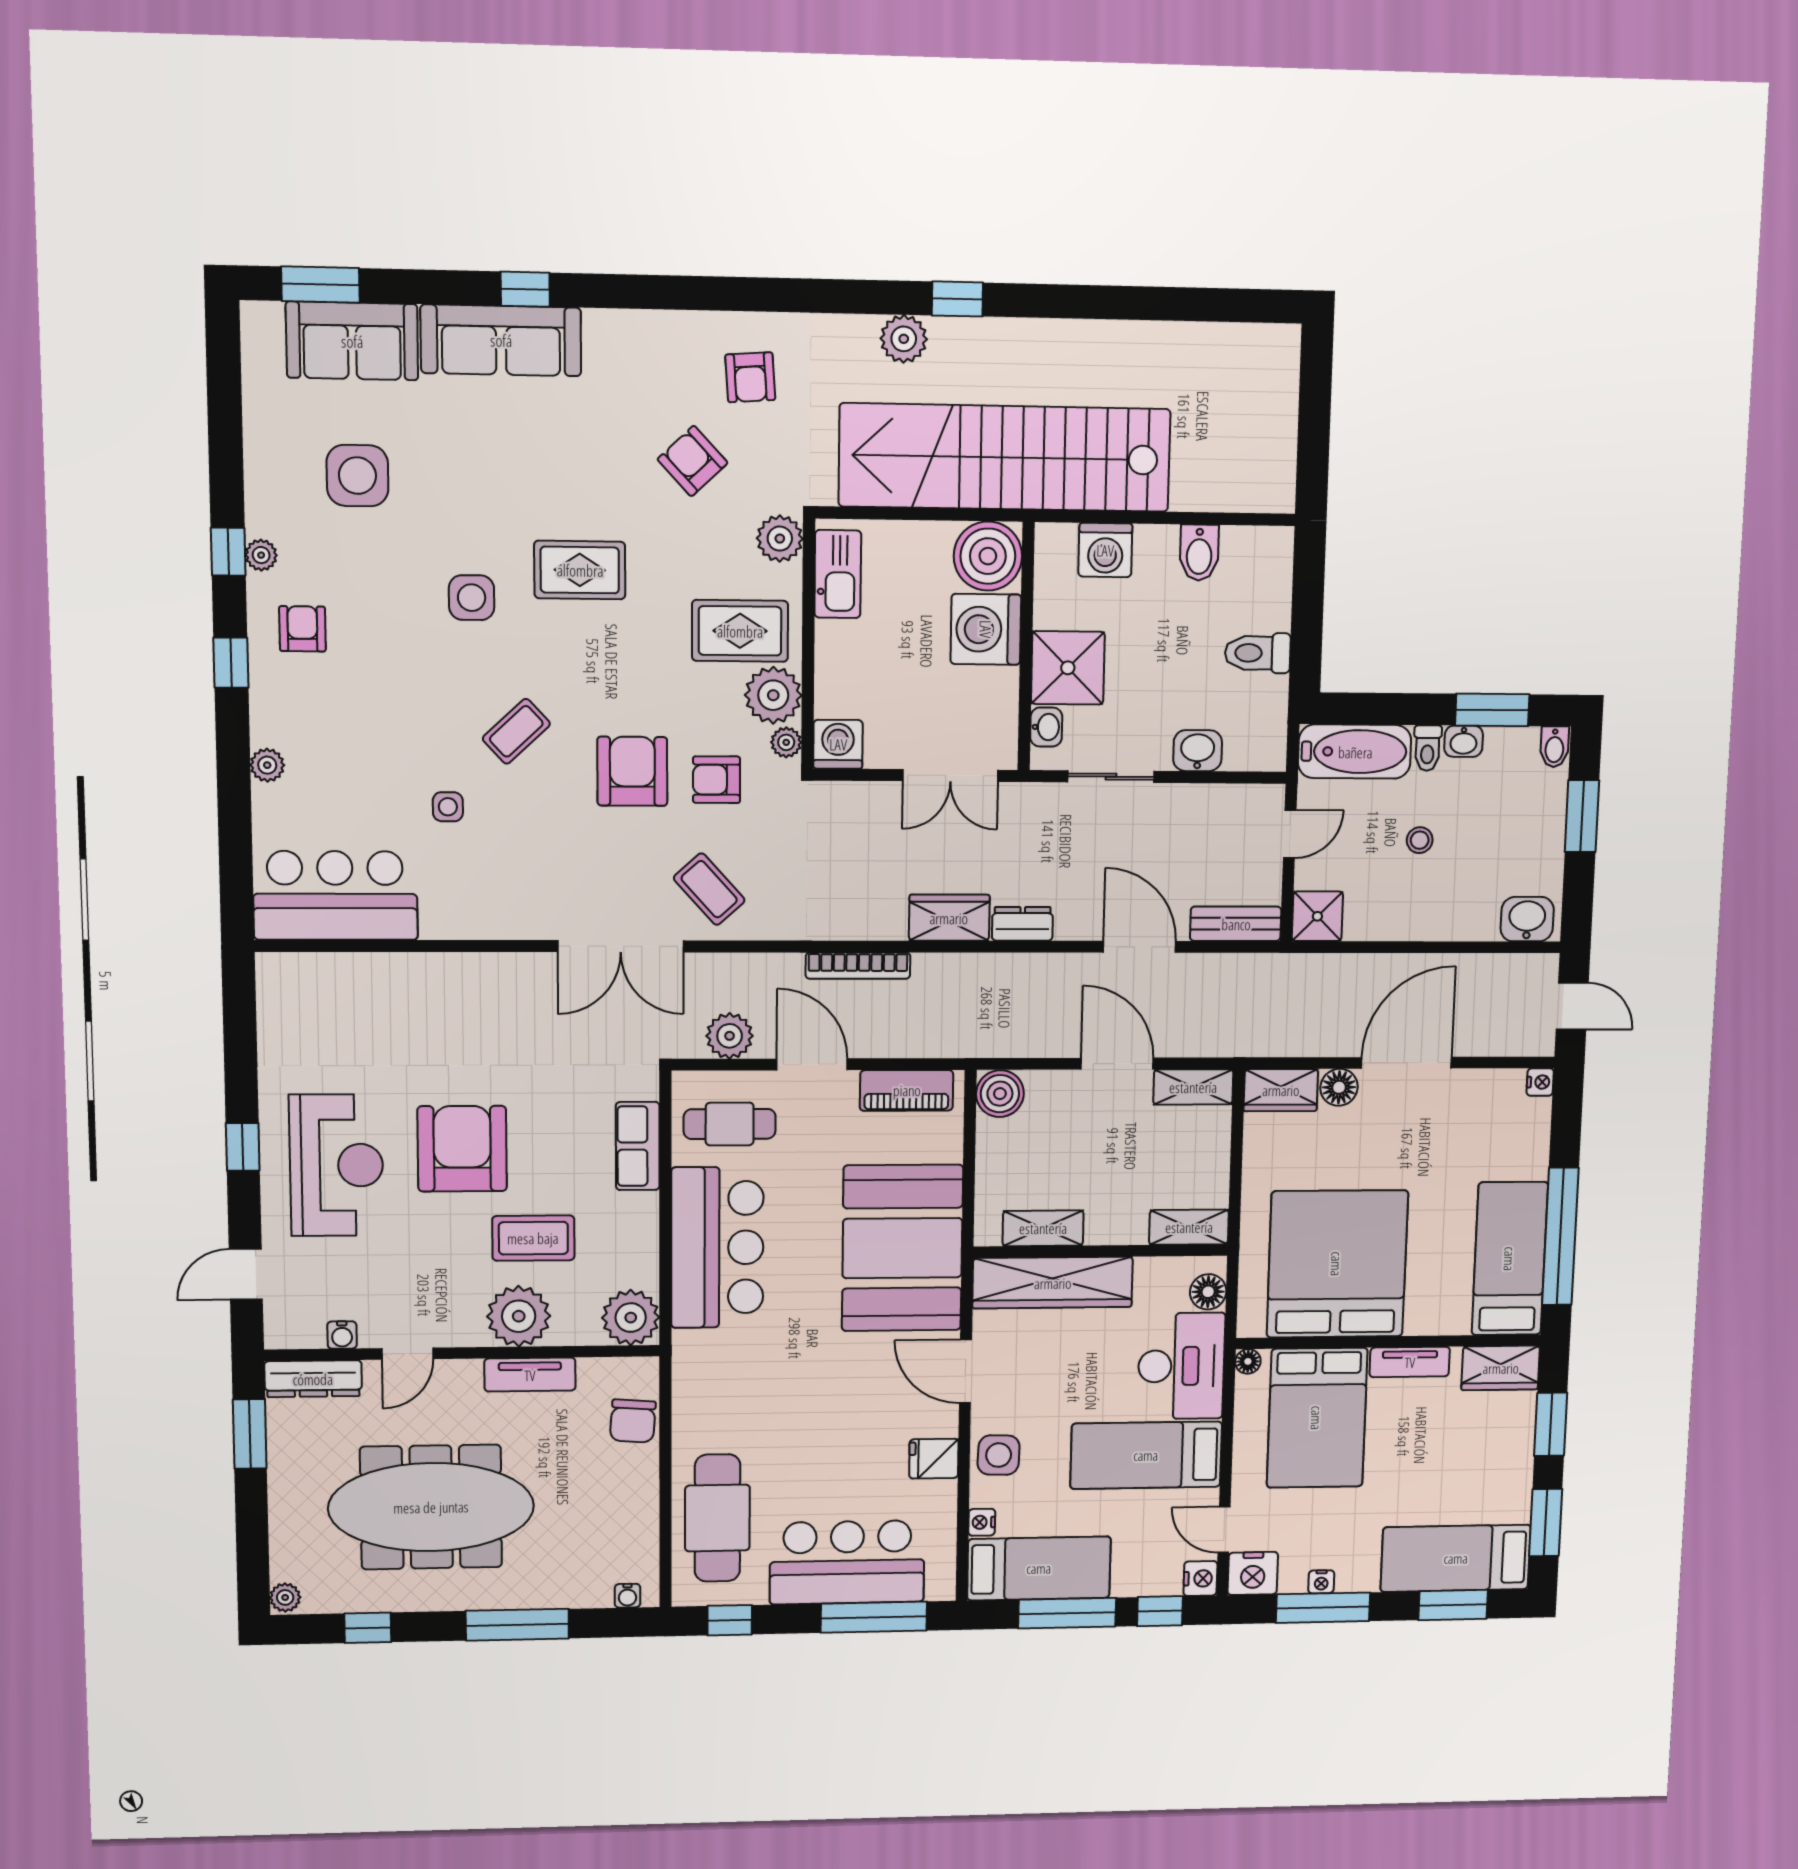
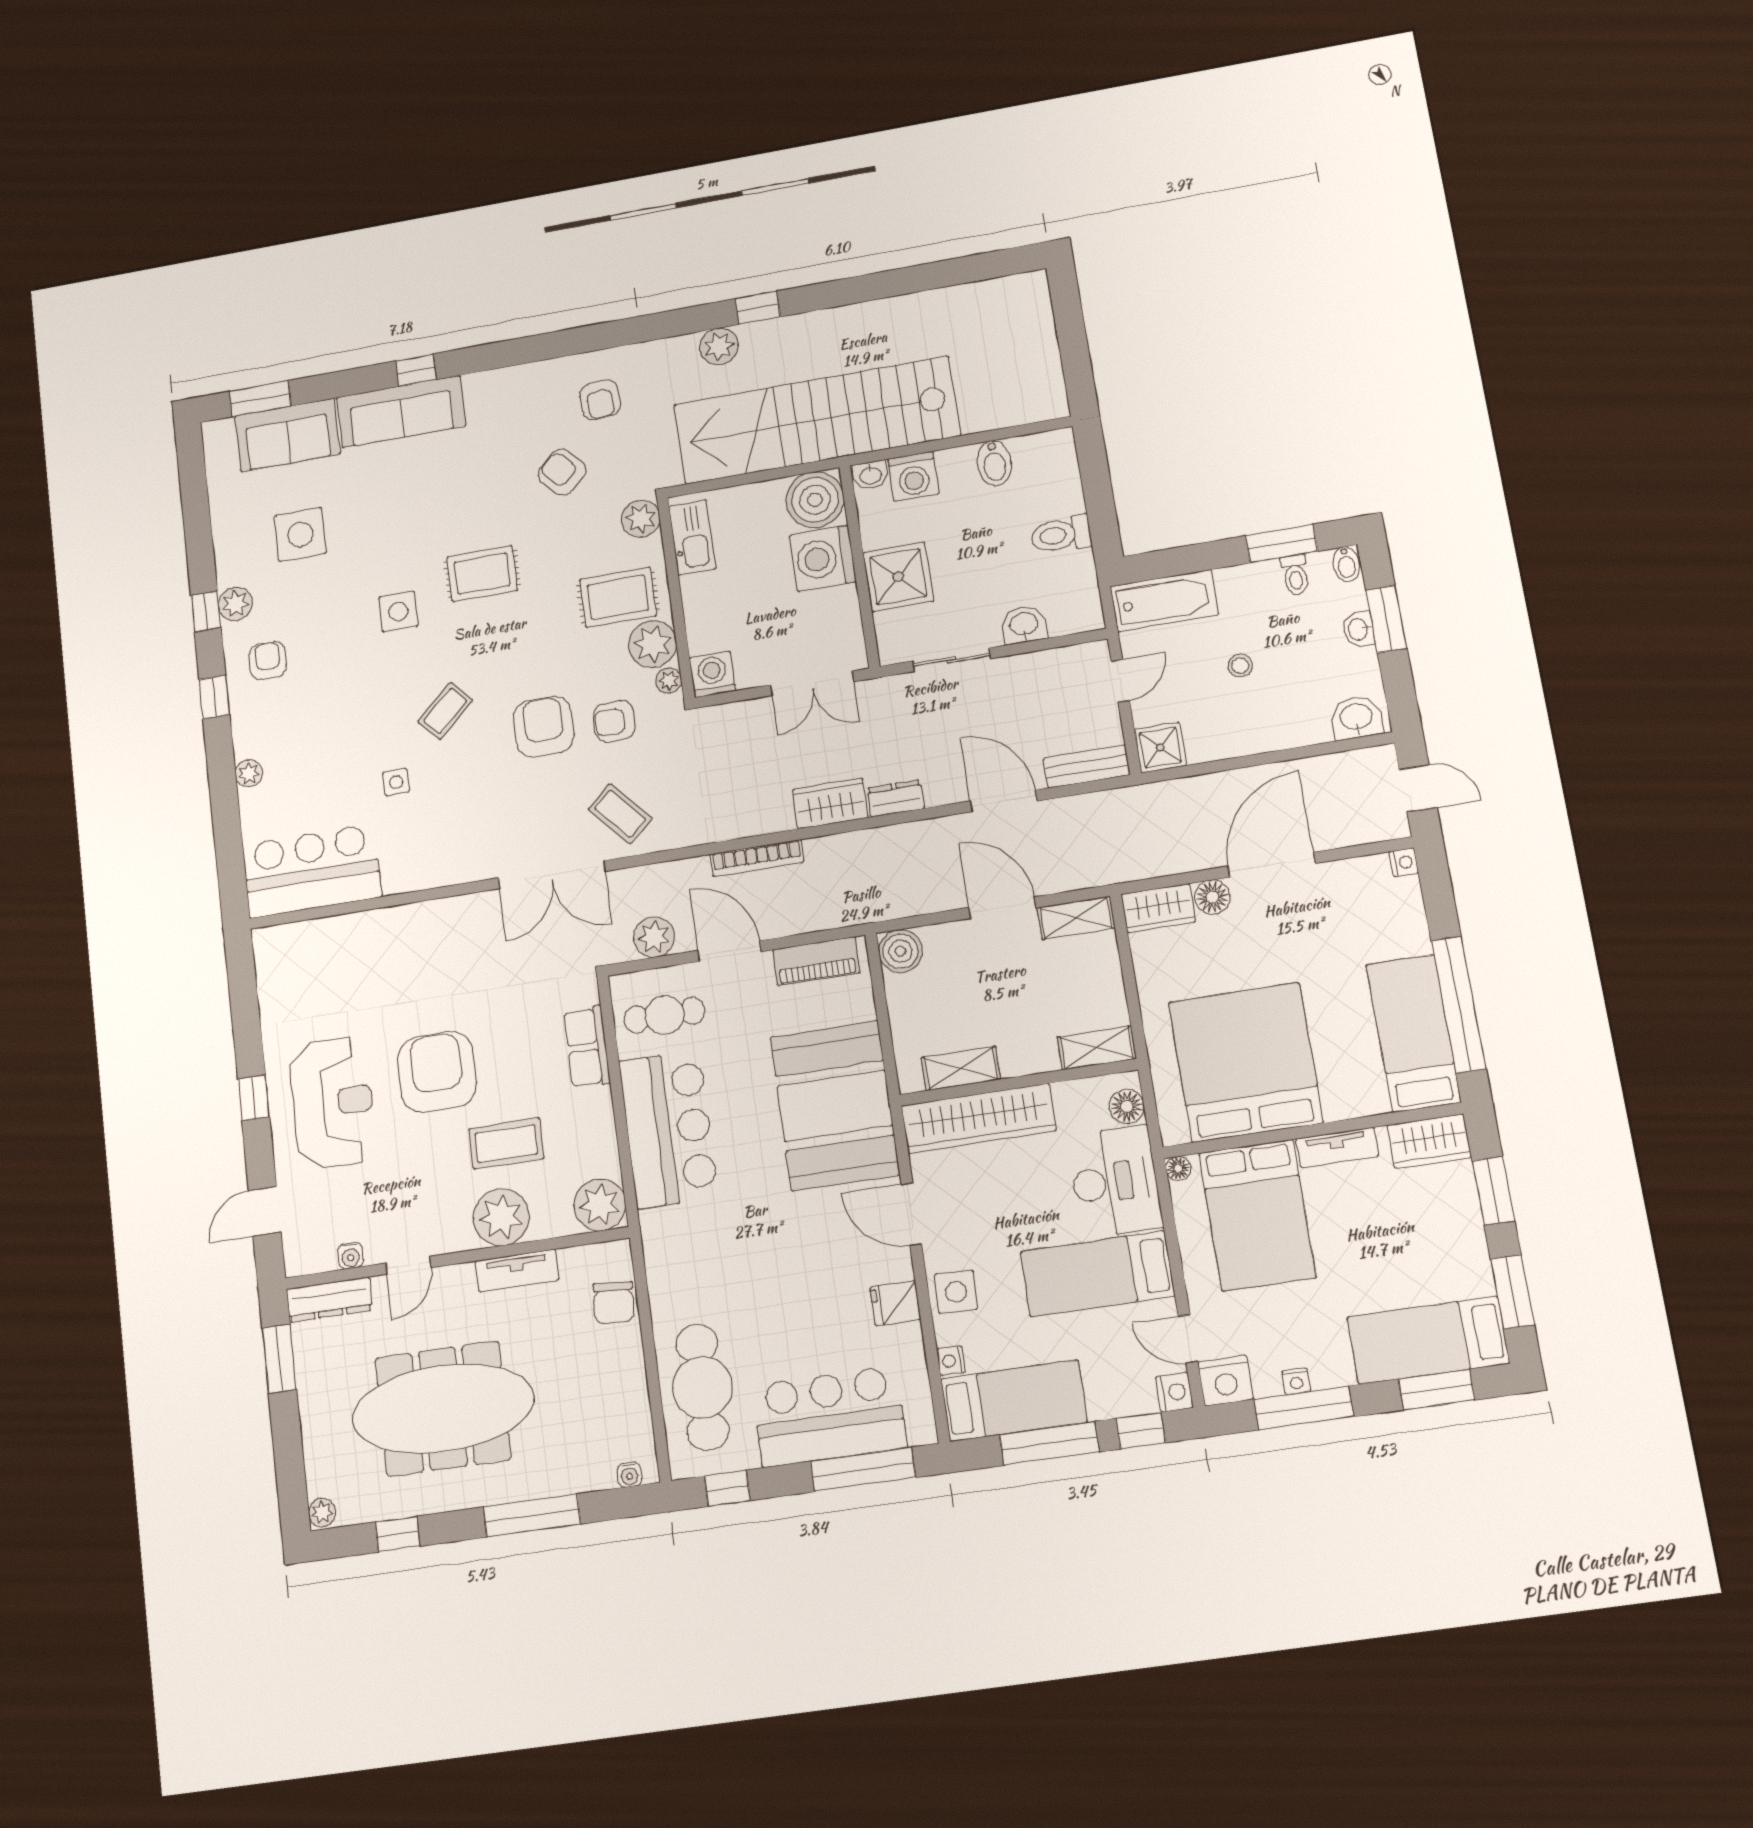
plant: (261, 555) -> (235, 604), width x1.38, depth x1.38
washbasin: (1046, 727) -> (870, 475), moved, turned 90
washbasin: (1464, 741) -> (1359, 629), moved, turned 90
toilet: (1427, 748) -> (1295, 575), moved

